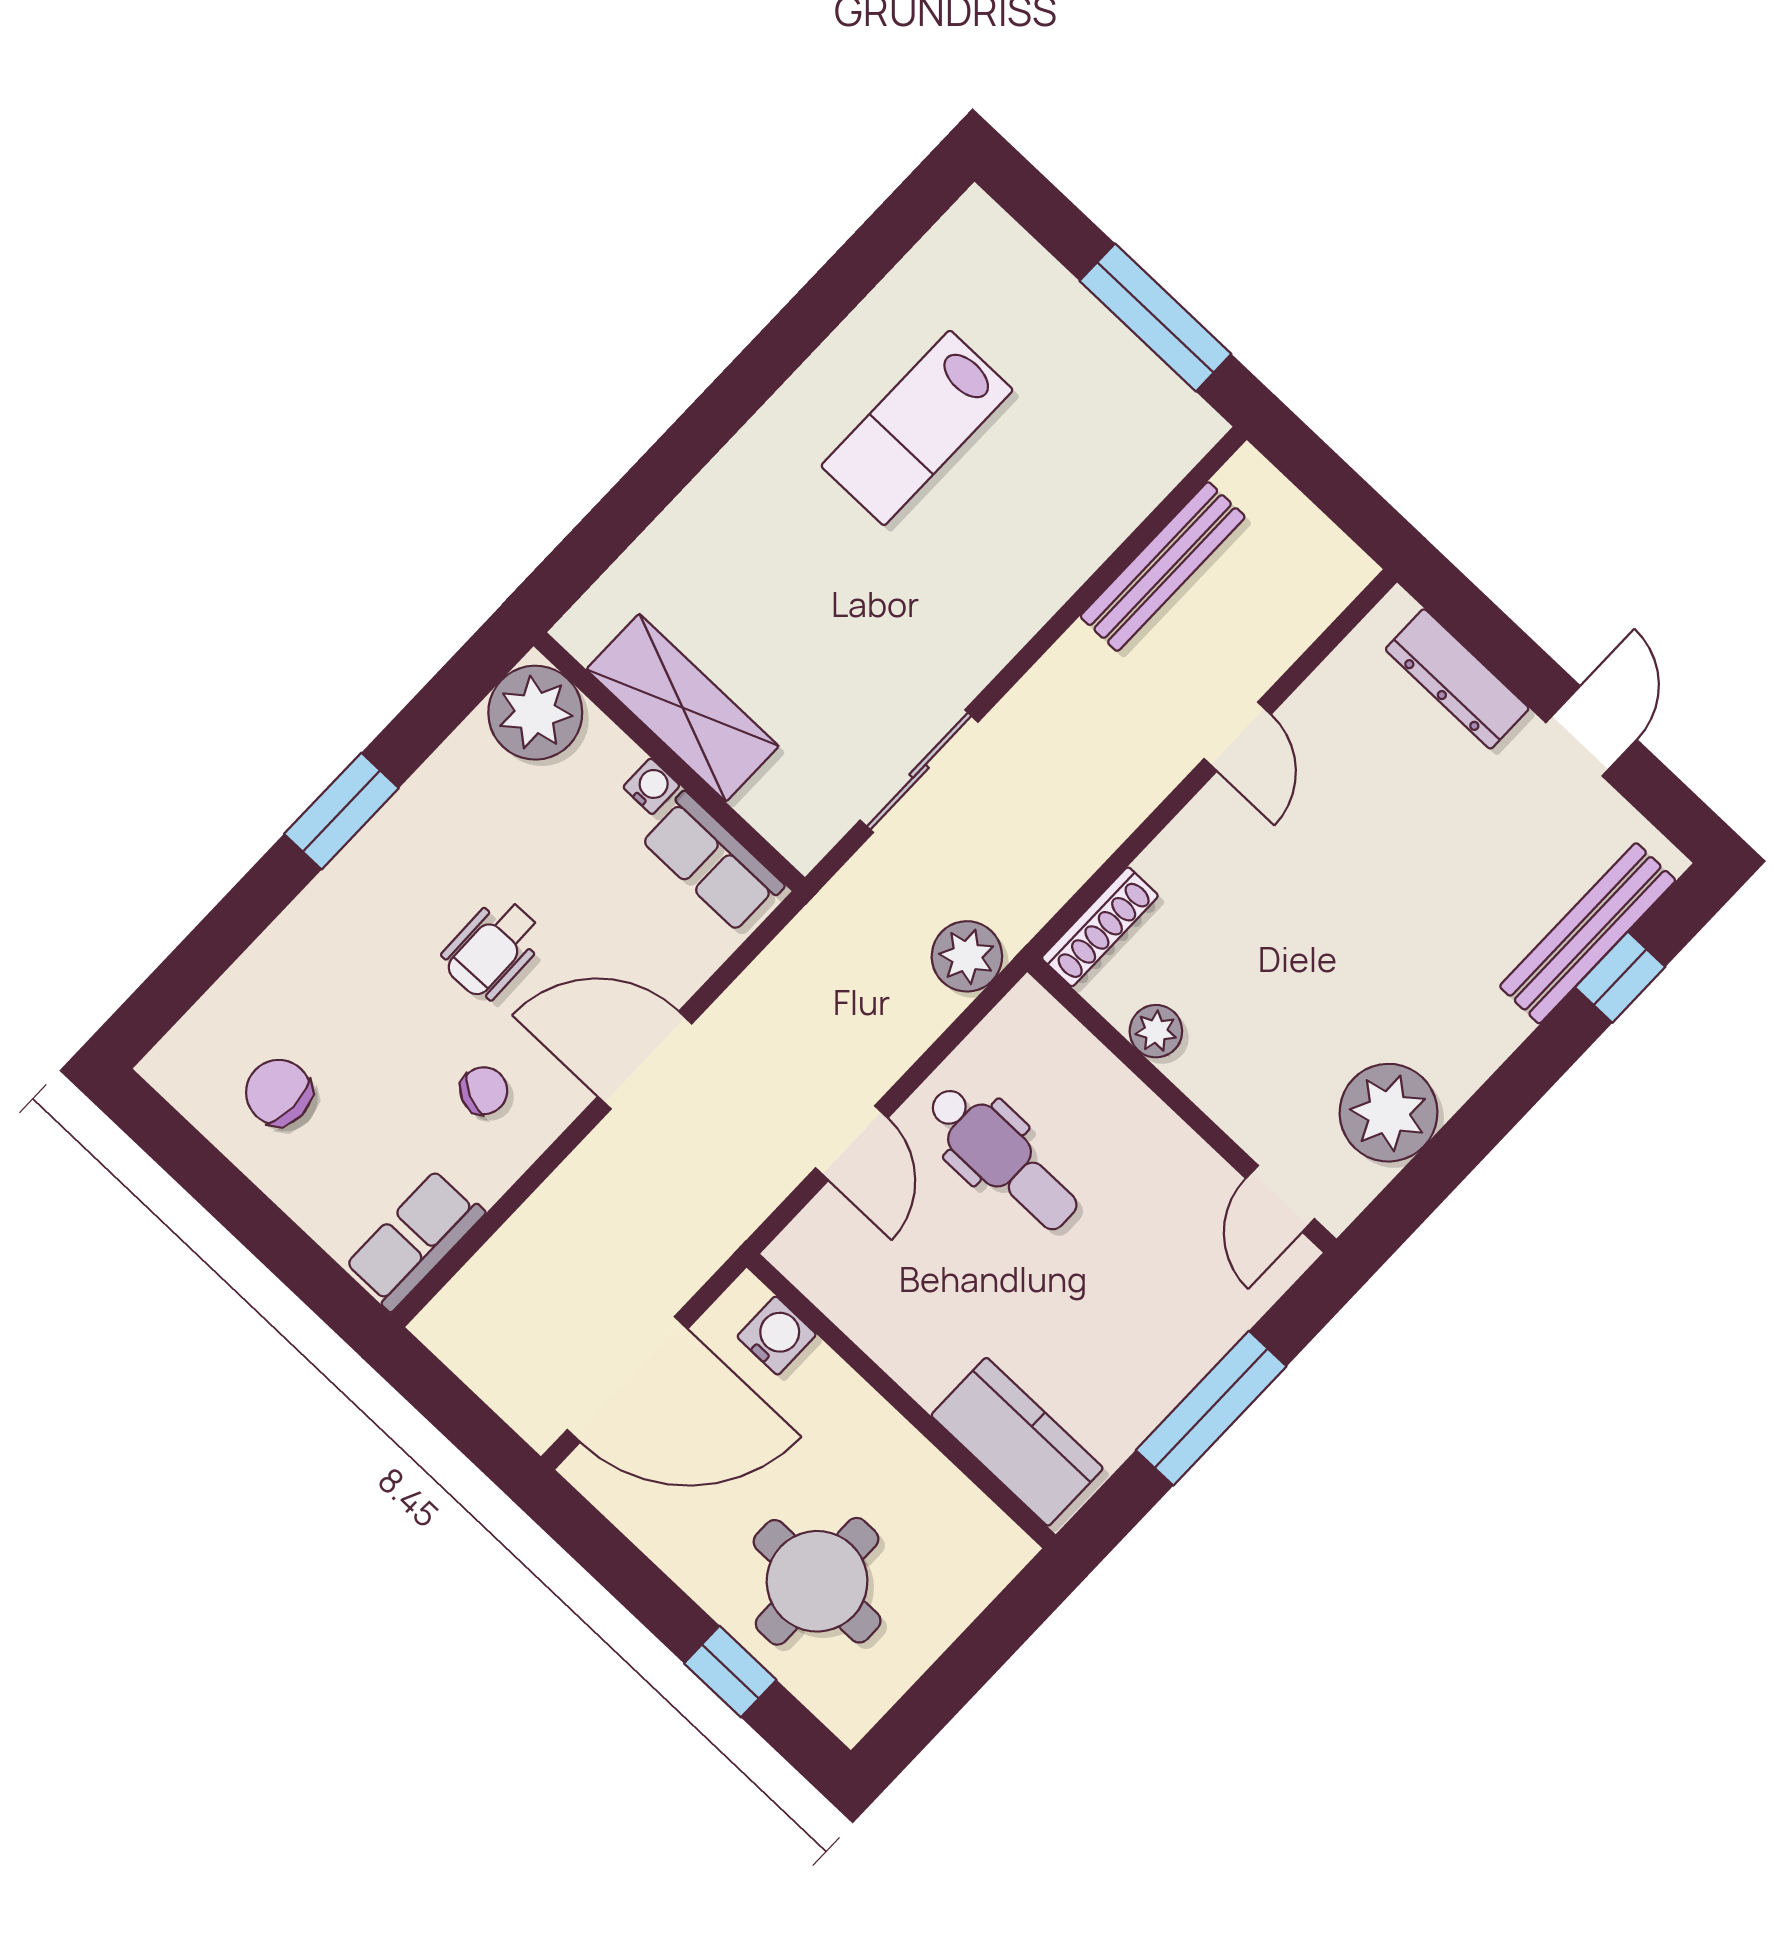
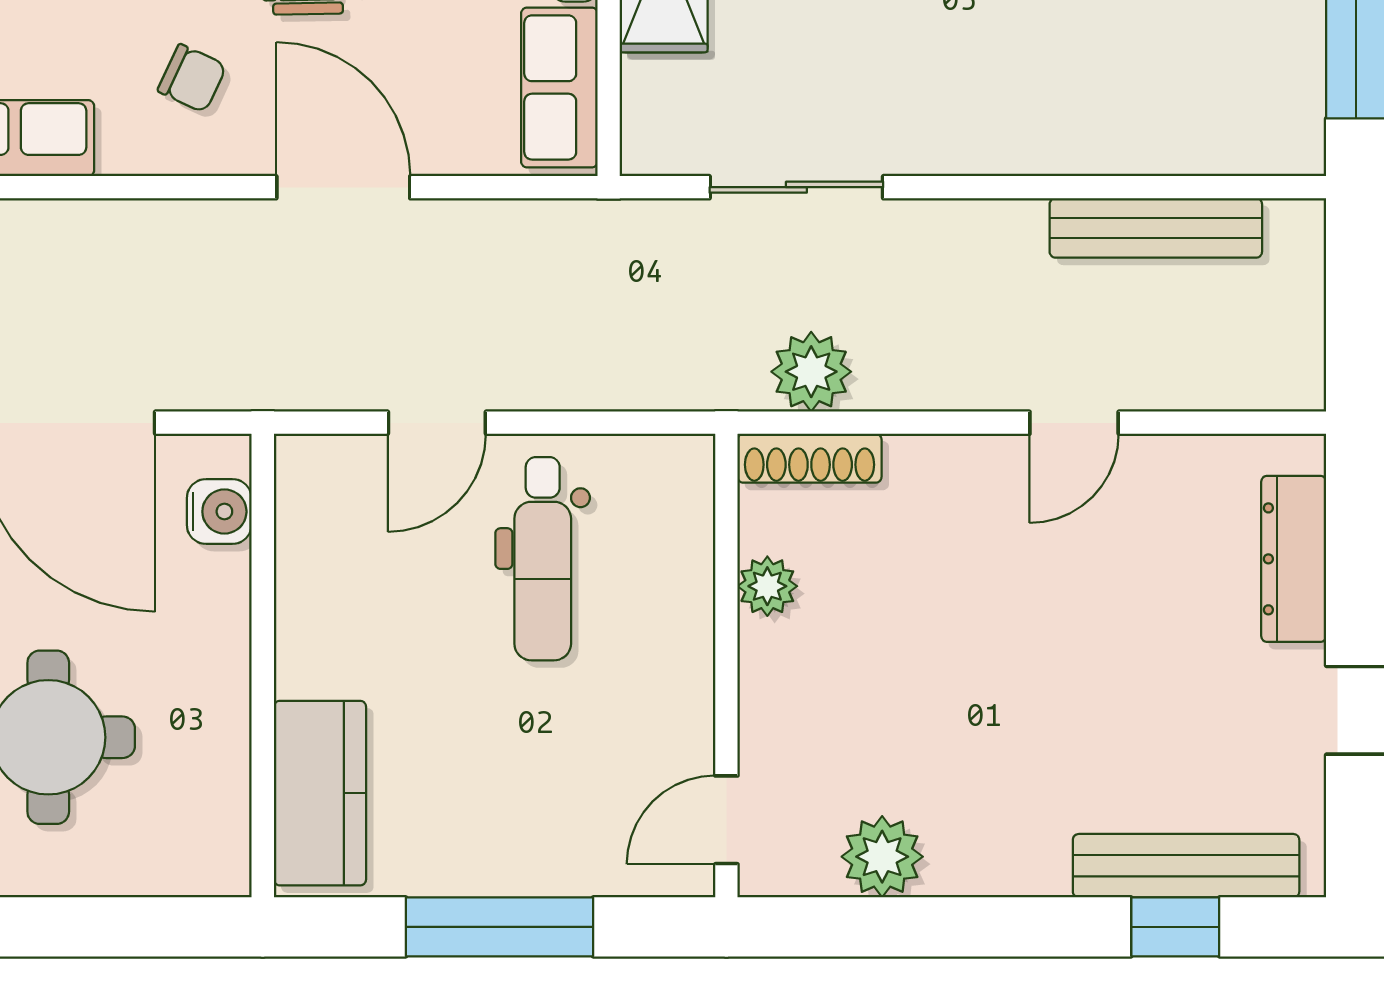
plant: (967, 956) -> (811, 372), moved
plant: (1388, 1113) -> (882, 857), width x0.73, depth x0.73

